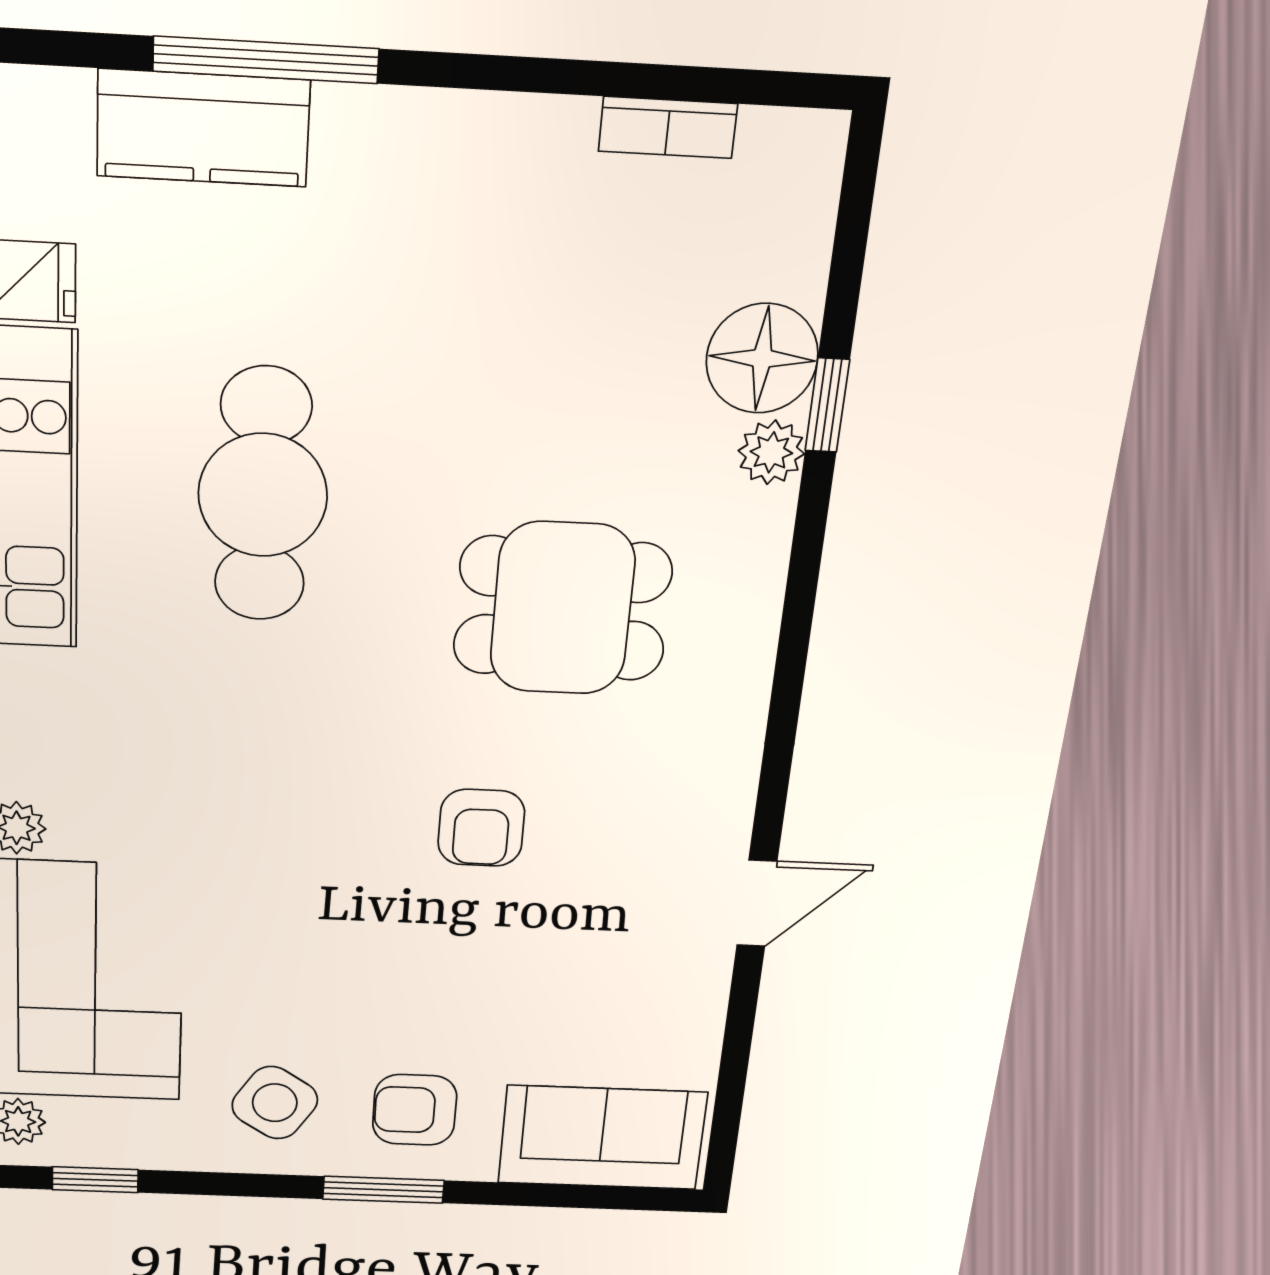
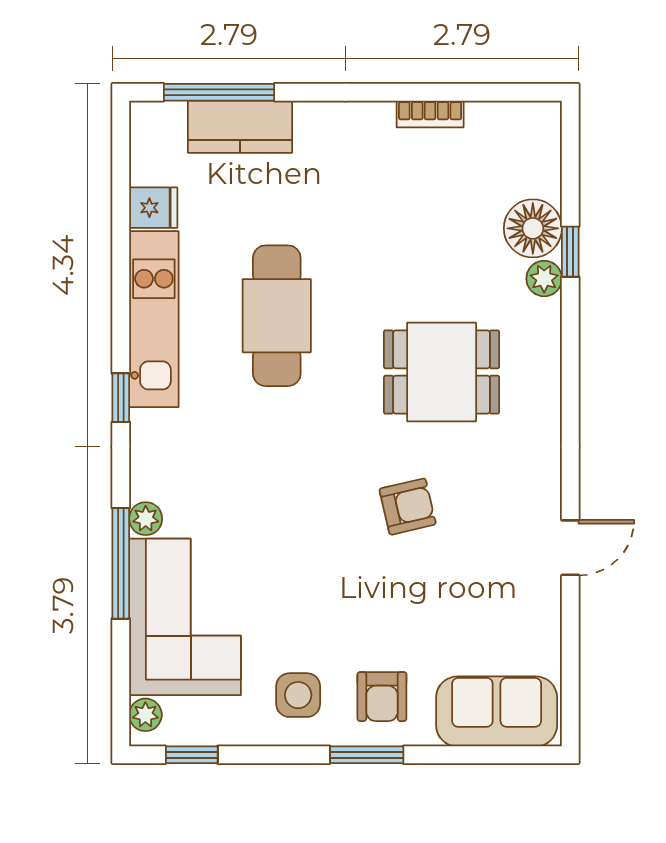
window: (266, 60) -> (219, 92), moved
bookcase: (668, 128) -> (430, 114), moved
armchair: (481, 828) -> (408, 507), turned -103
side table: (275, 1103) -> (298, 695), turned -33
armchair: (415, 1110) -> (382, 697), turned -90

